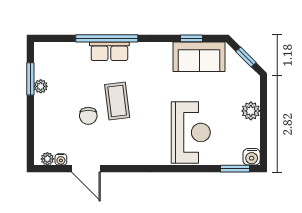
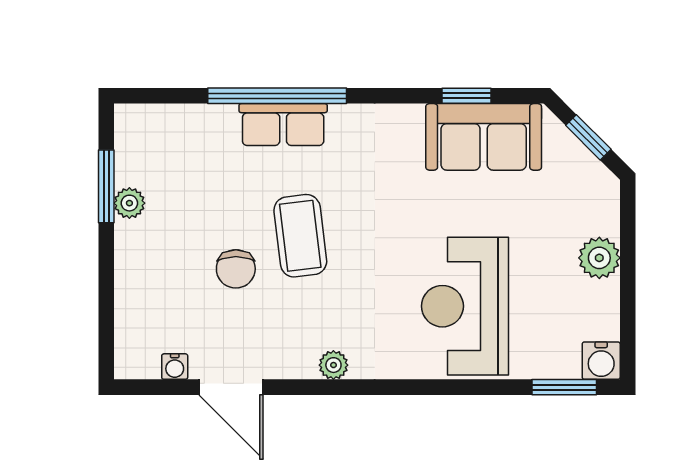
reception desk: (191, 132) -> (465, 306), turned 180
plant: (47, 159) -> (333, 365), moved

